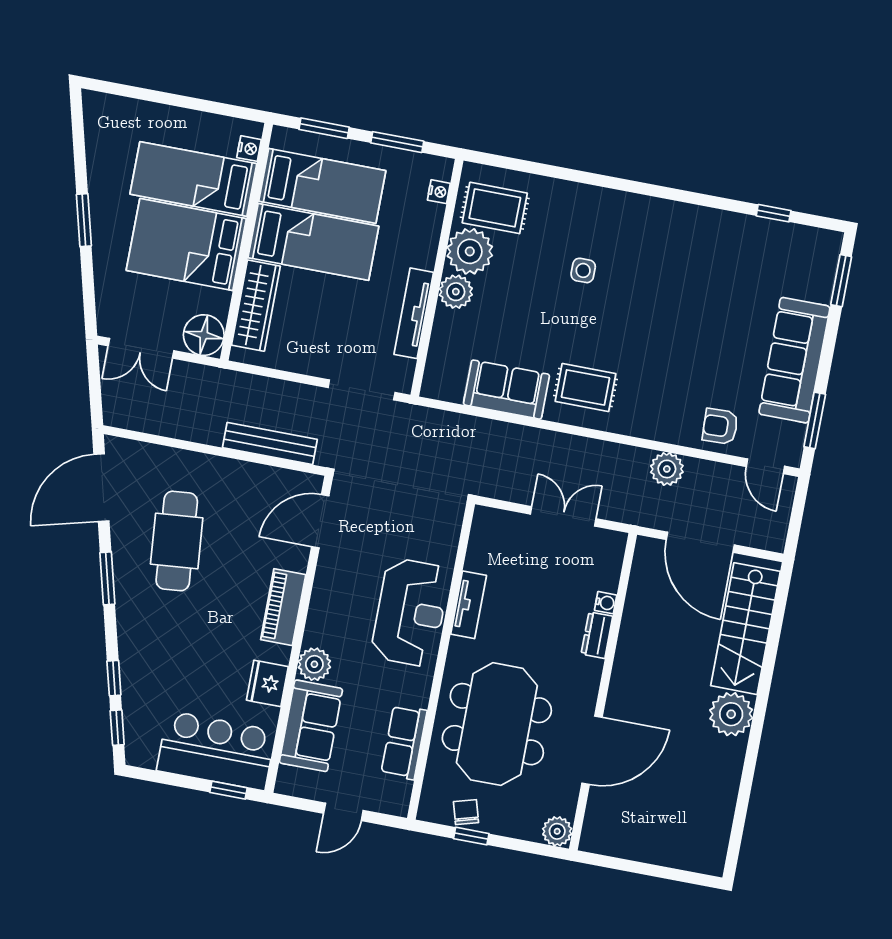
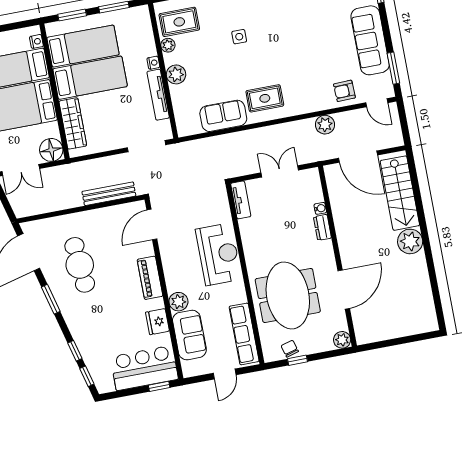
nightstand: (439, 192) -> (153, 63), moved
plant: (470, 251) -> (168, 45), width x0.53, depth x0.53
tv unit: (469, 605) -> (241, 200), moved
row of seats: (404, 742) -> (244, 334), width x1.48

